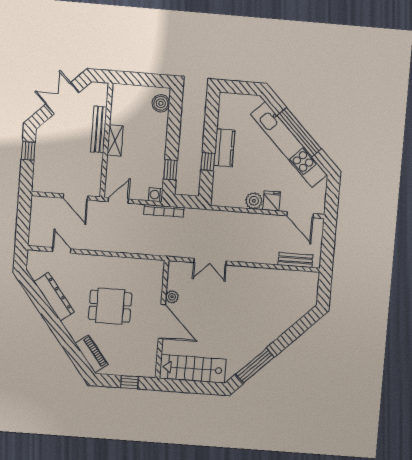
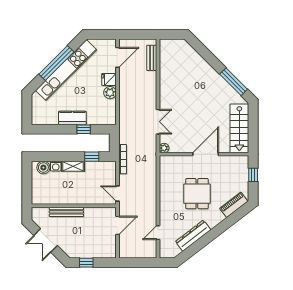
shelving: (115, 140) -> (73, 166), moved
washing machine: (156, 195) -> (56, 166), moved
plant: (172, 297) -> (164, 148), moved

